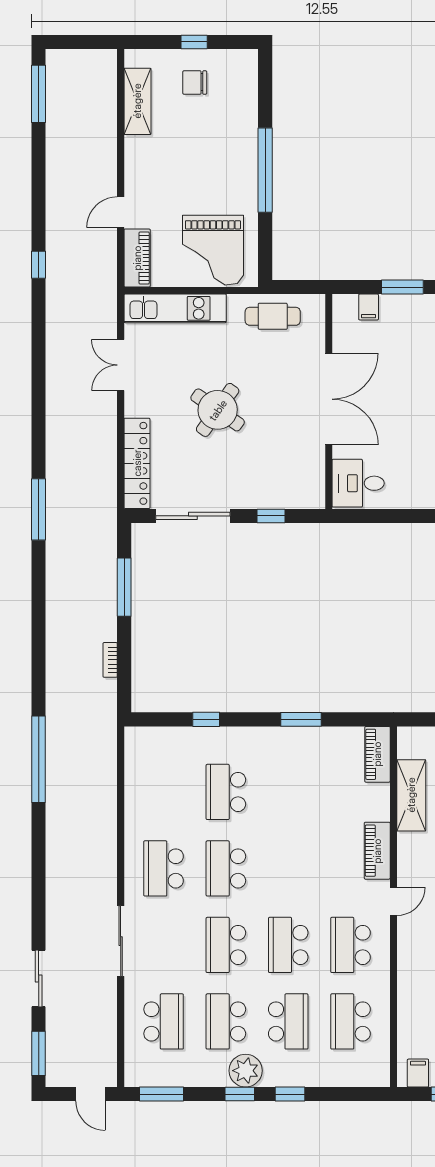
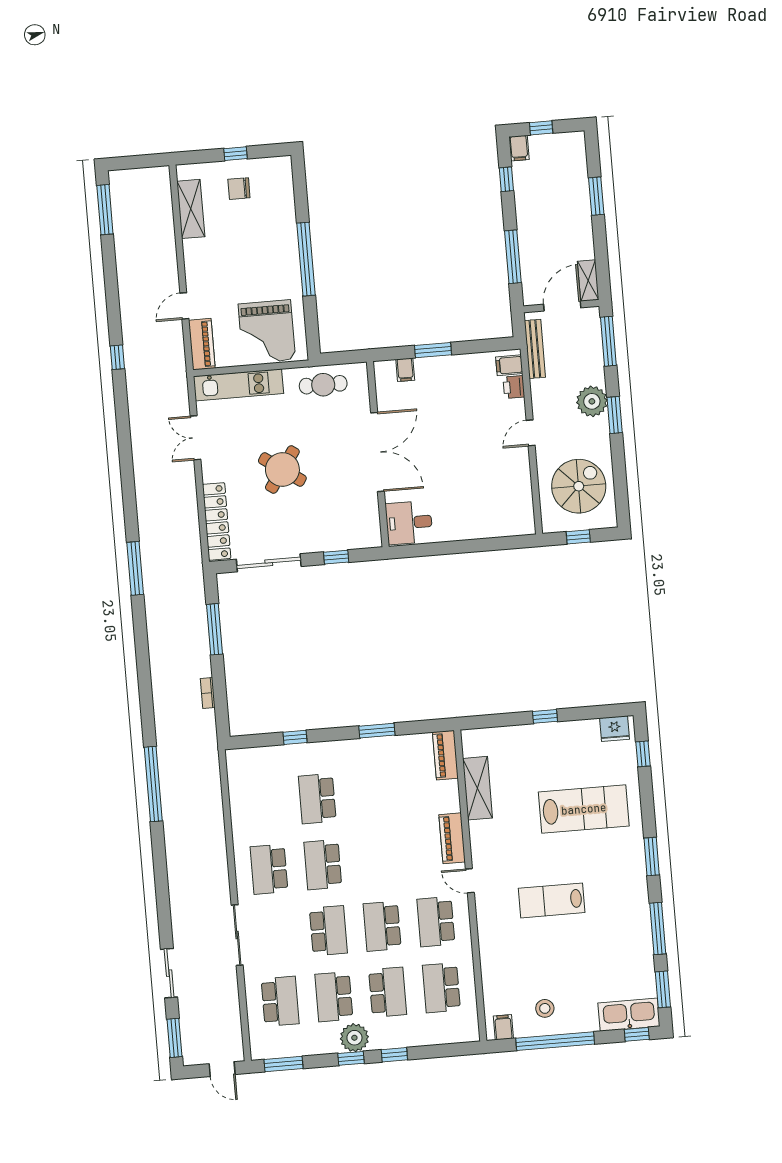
door: (393, 901) -> (470, 881), swing flipped
school desk: (226, 945) -> (328, 931), turned 180

